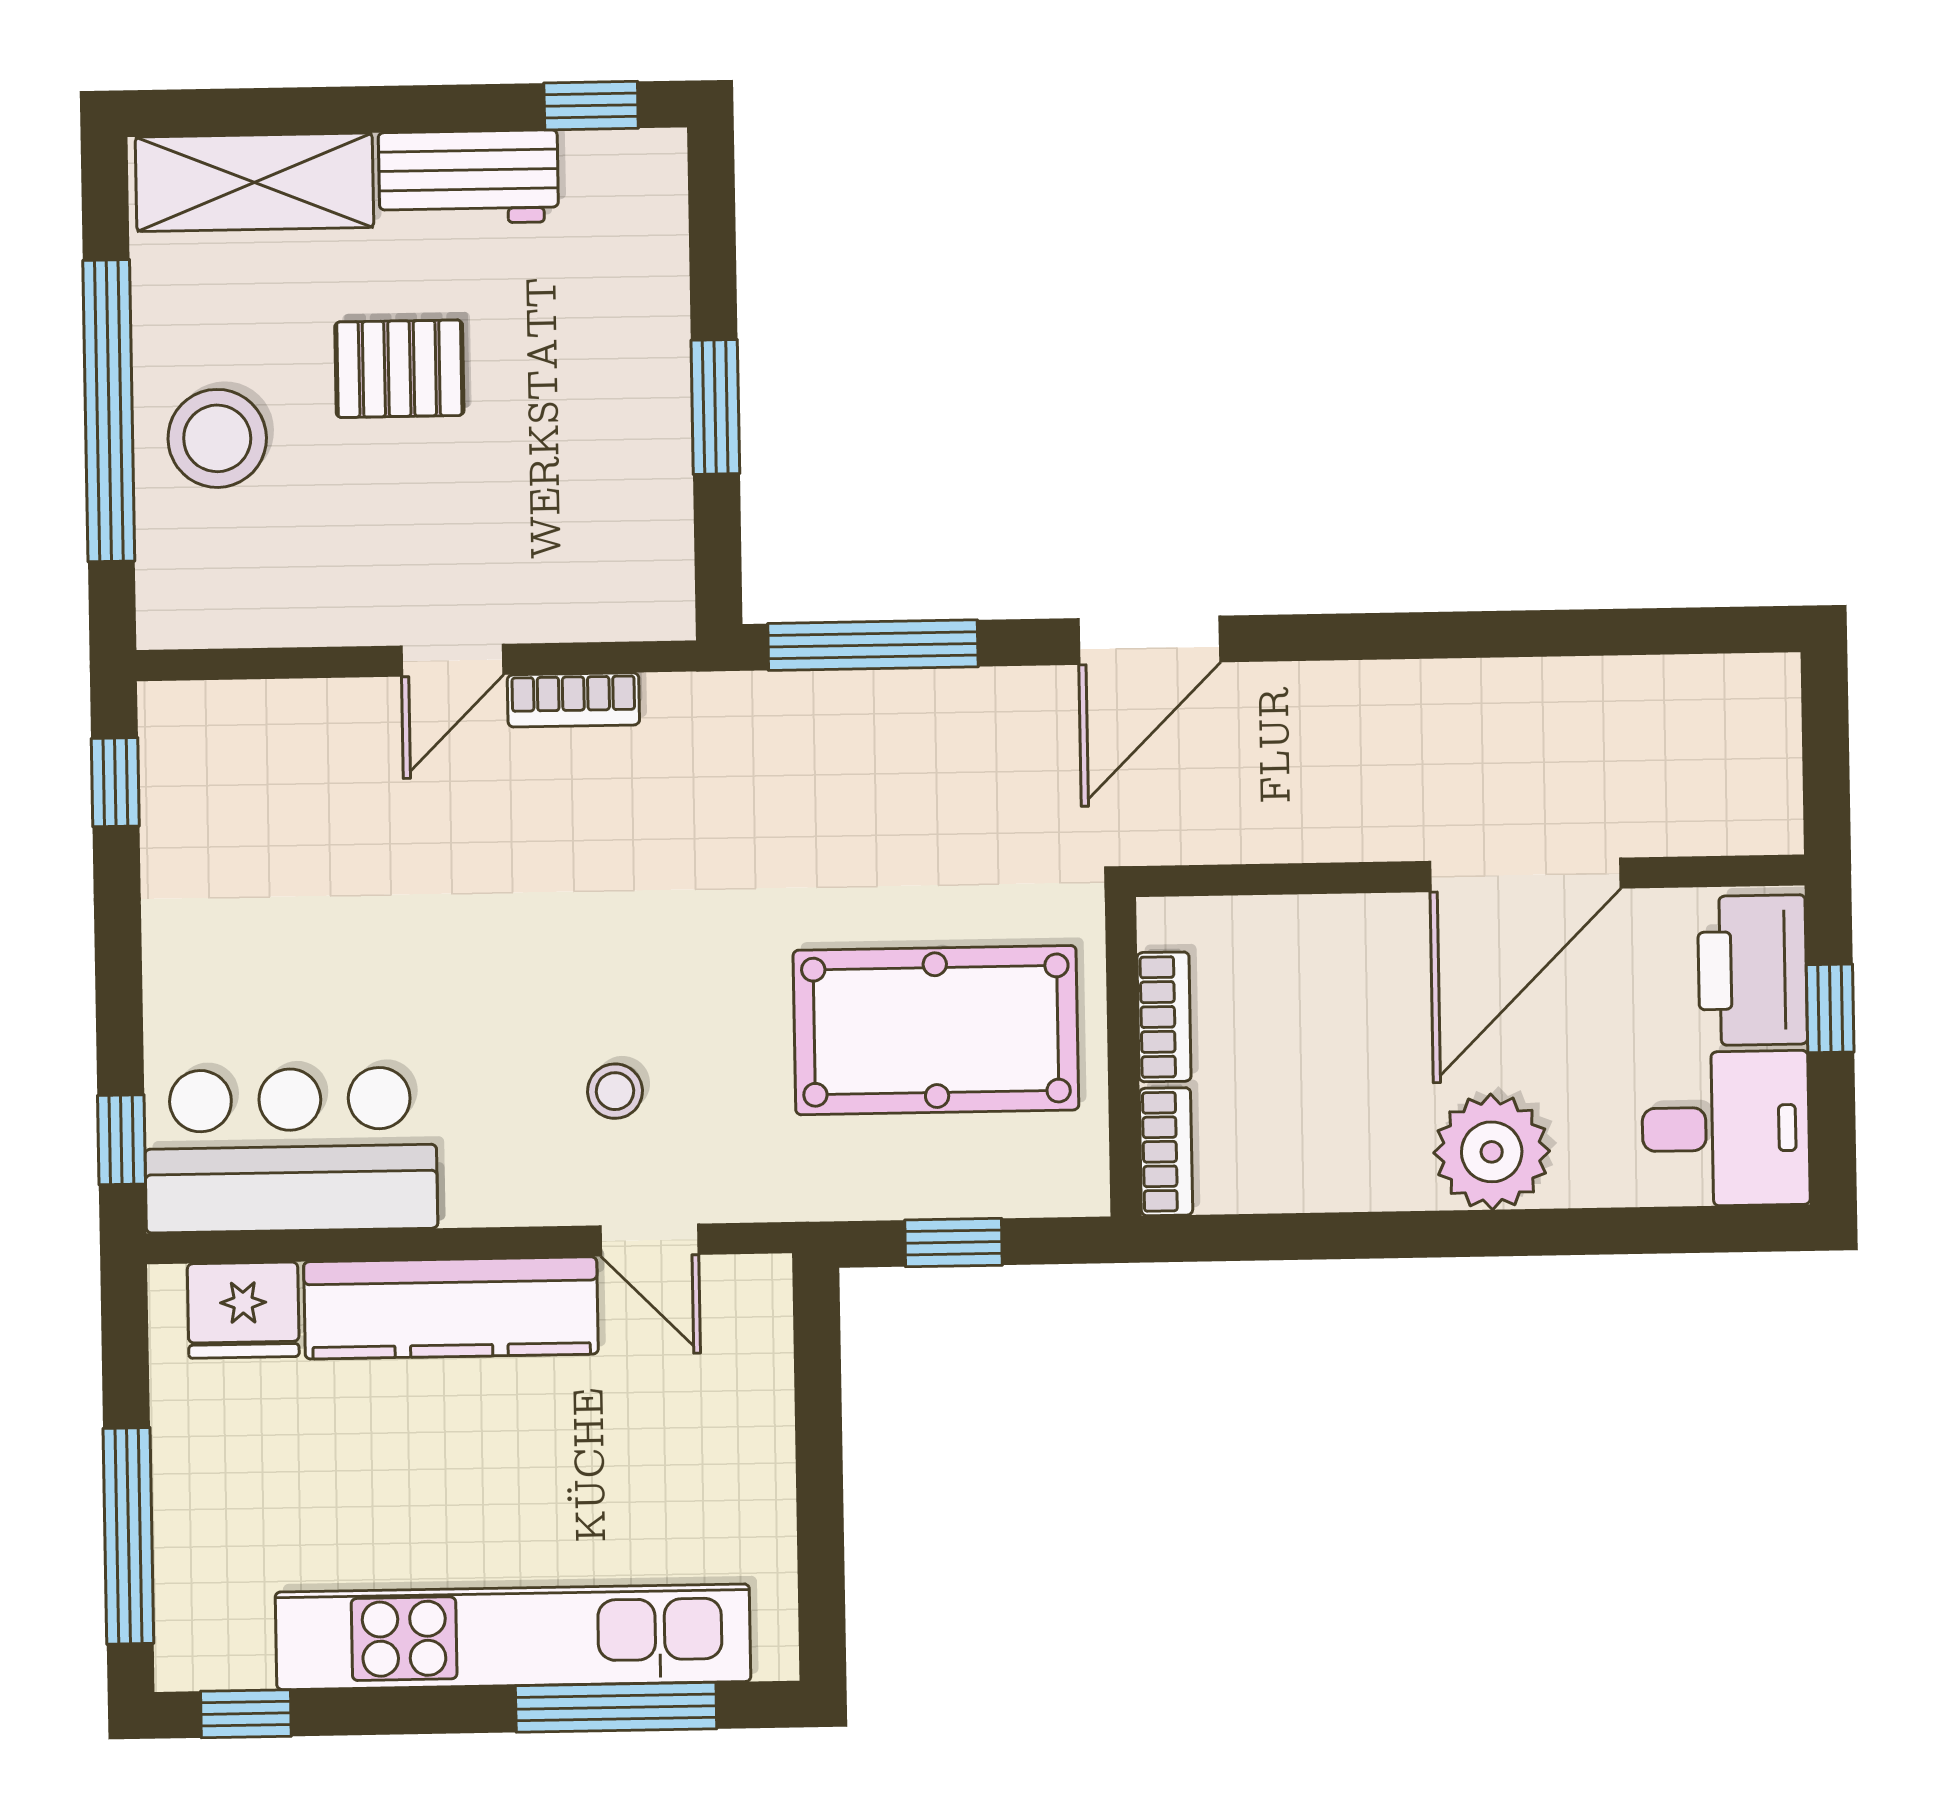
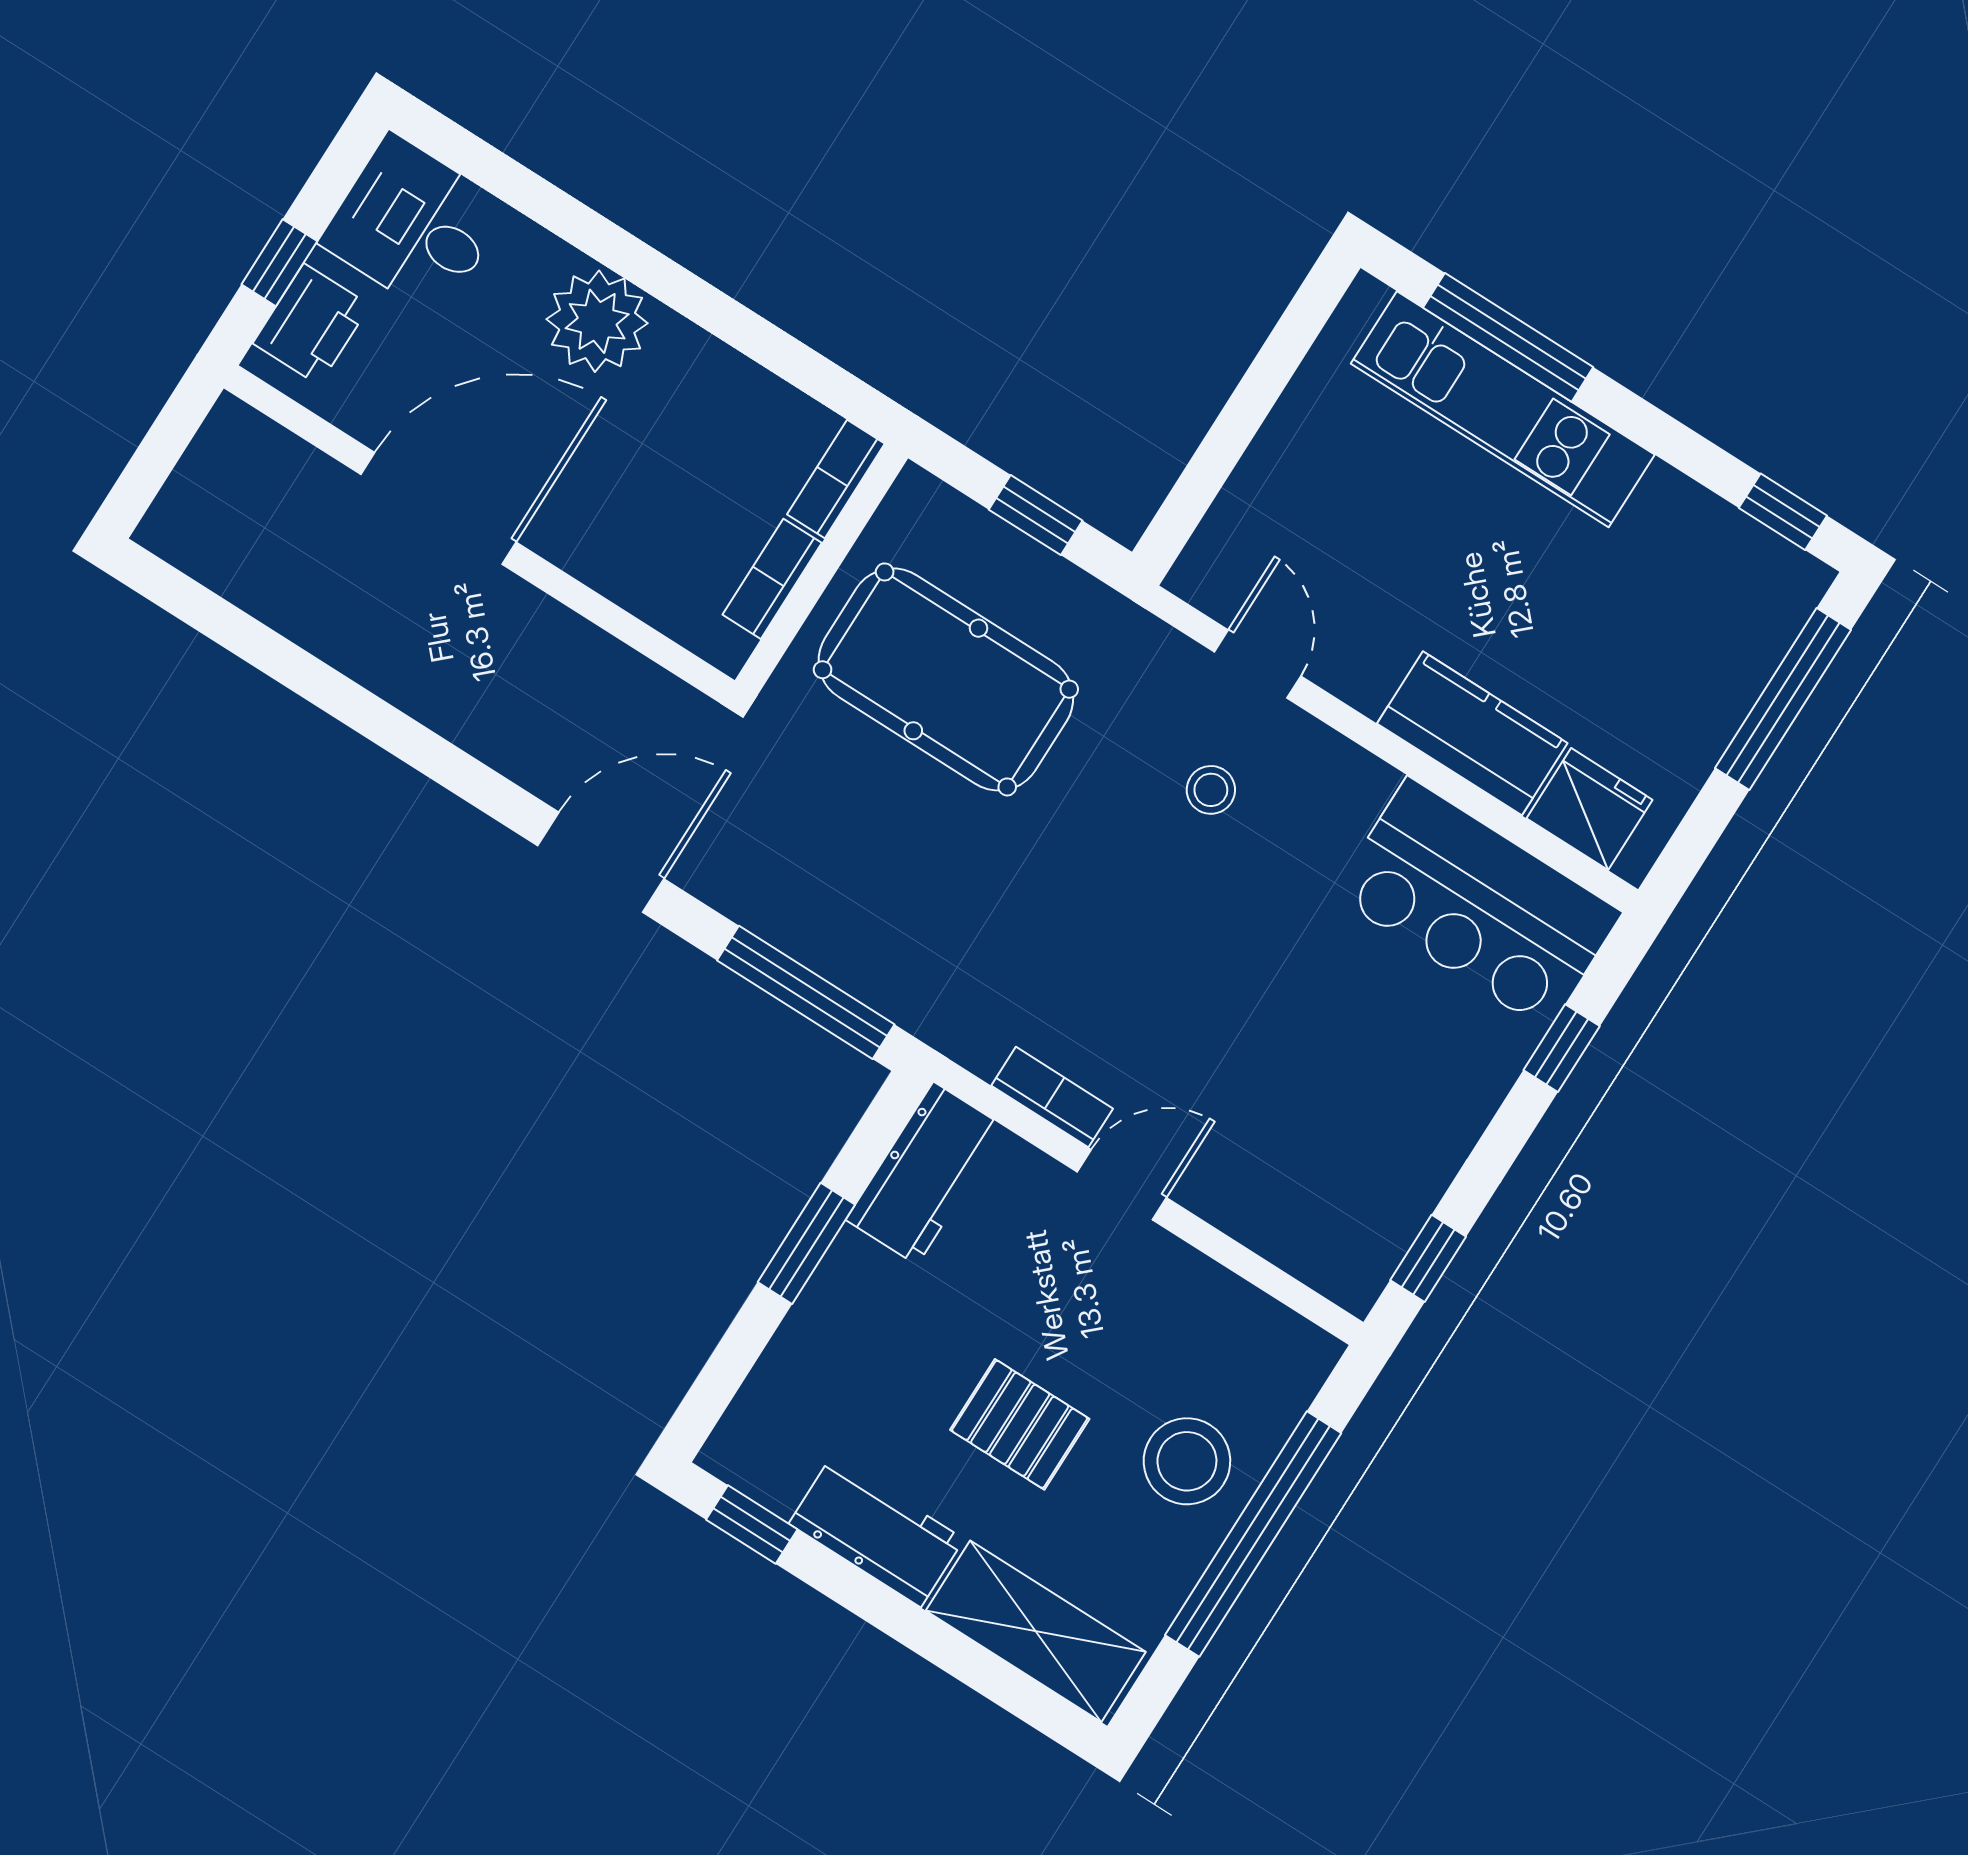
workbench: (646, 548) -> (925, 1173), added
printer: (1752, 970) -> (311, 324), width x0.73, depth x0.84
window: (121, 1140) -> (1562, 1048), moved
kitchen counter: (451, 1308) -> (1472, 733), width x0.67
kitchen unit: (513, 1637) -> (1503, 409), width x0.73

